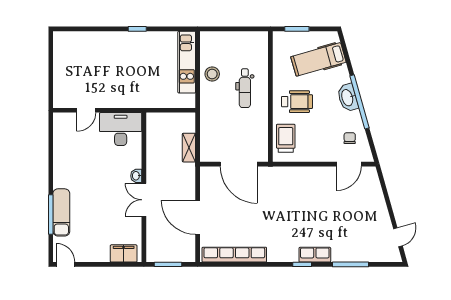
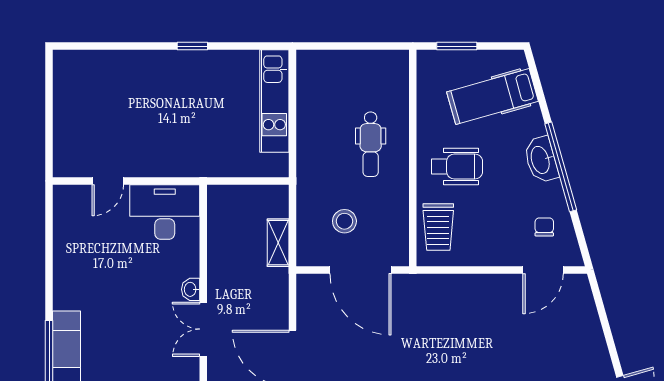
stool: (212, 74) -> (344, 221), moved
trolley: (286, 138) -> (438, 227), turned 180

